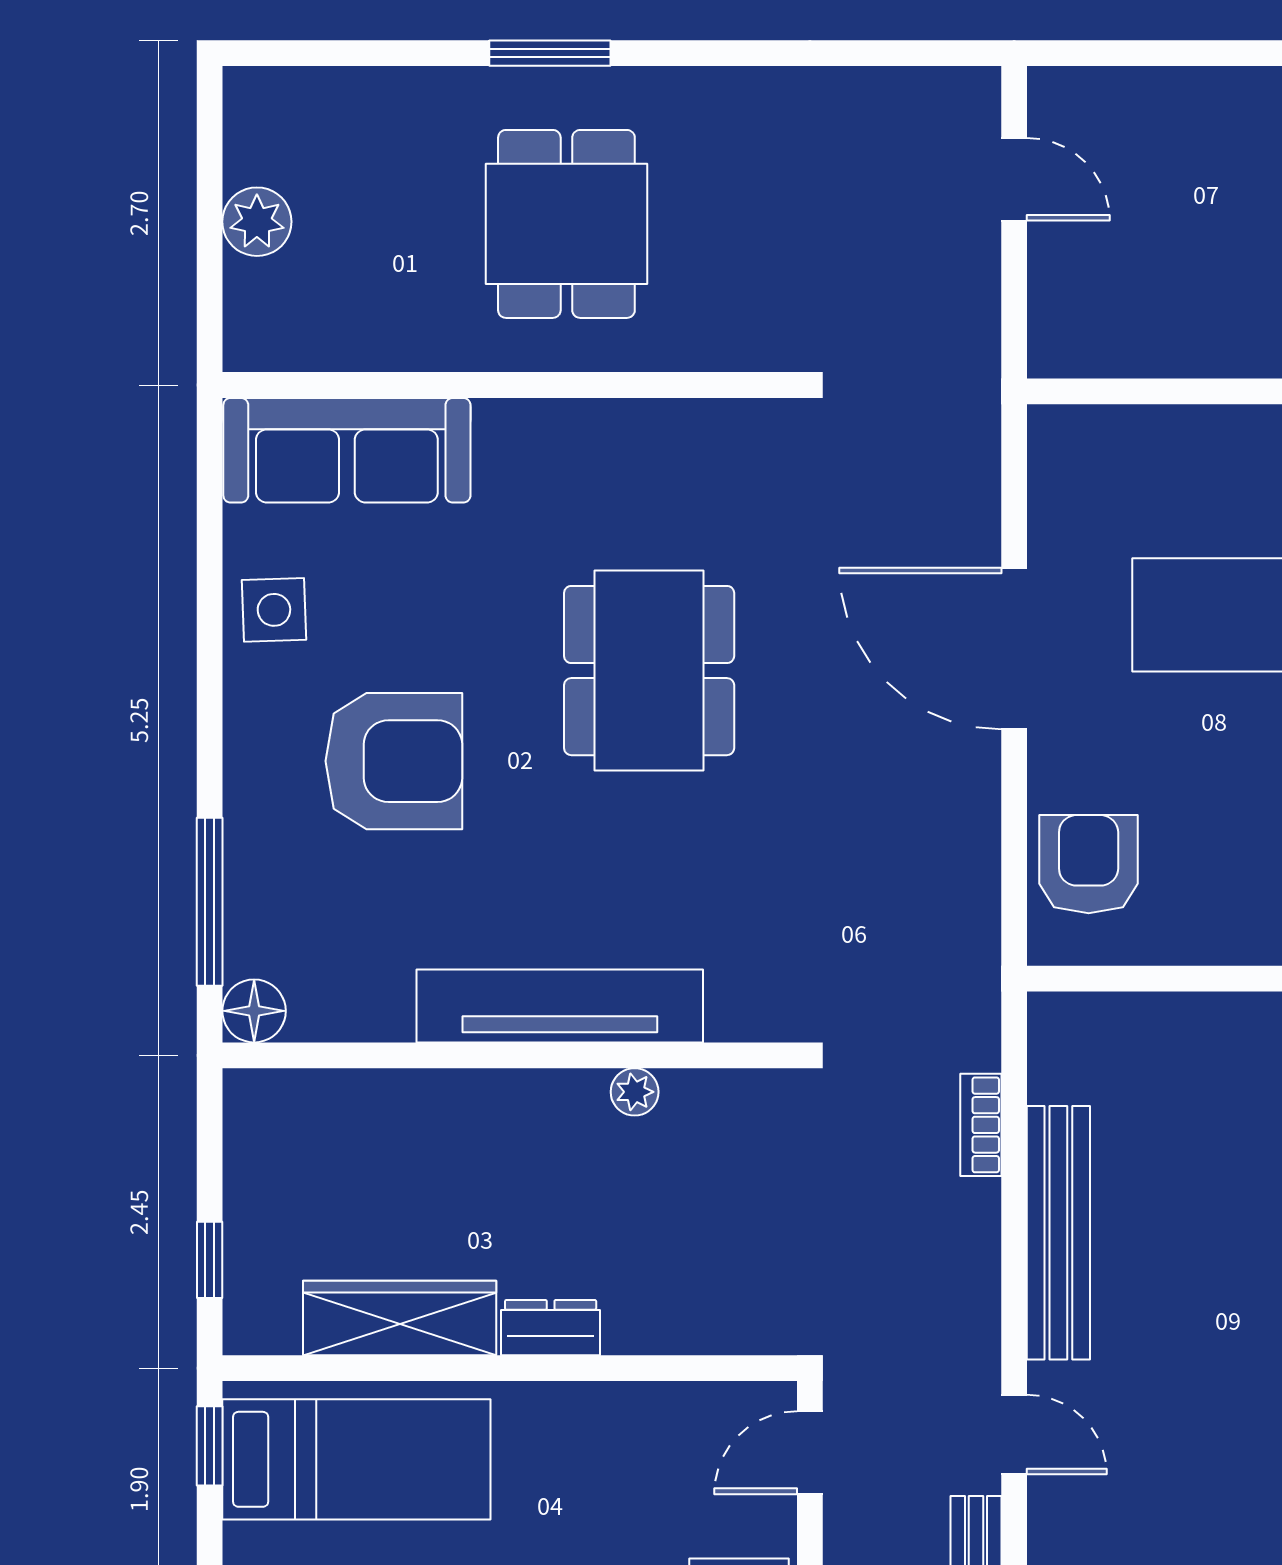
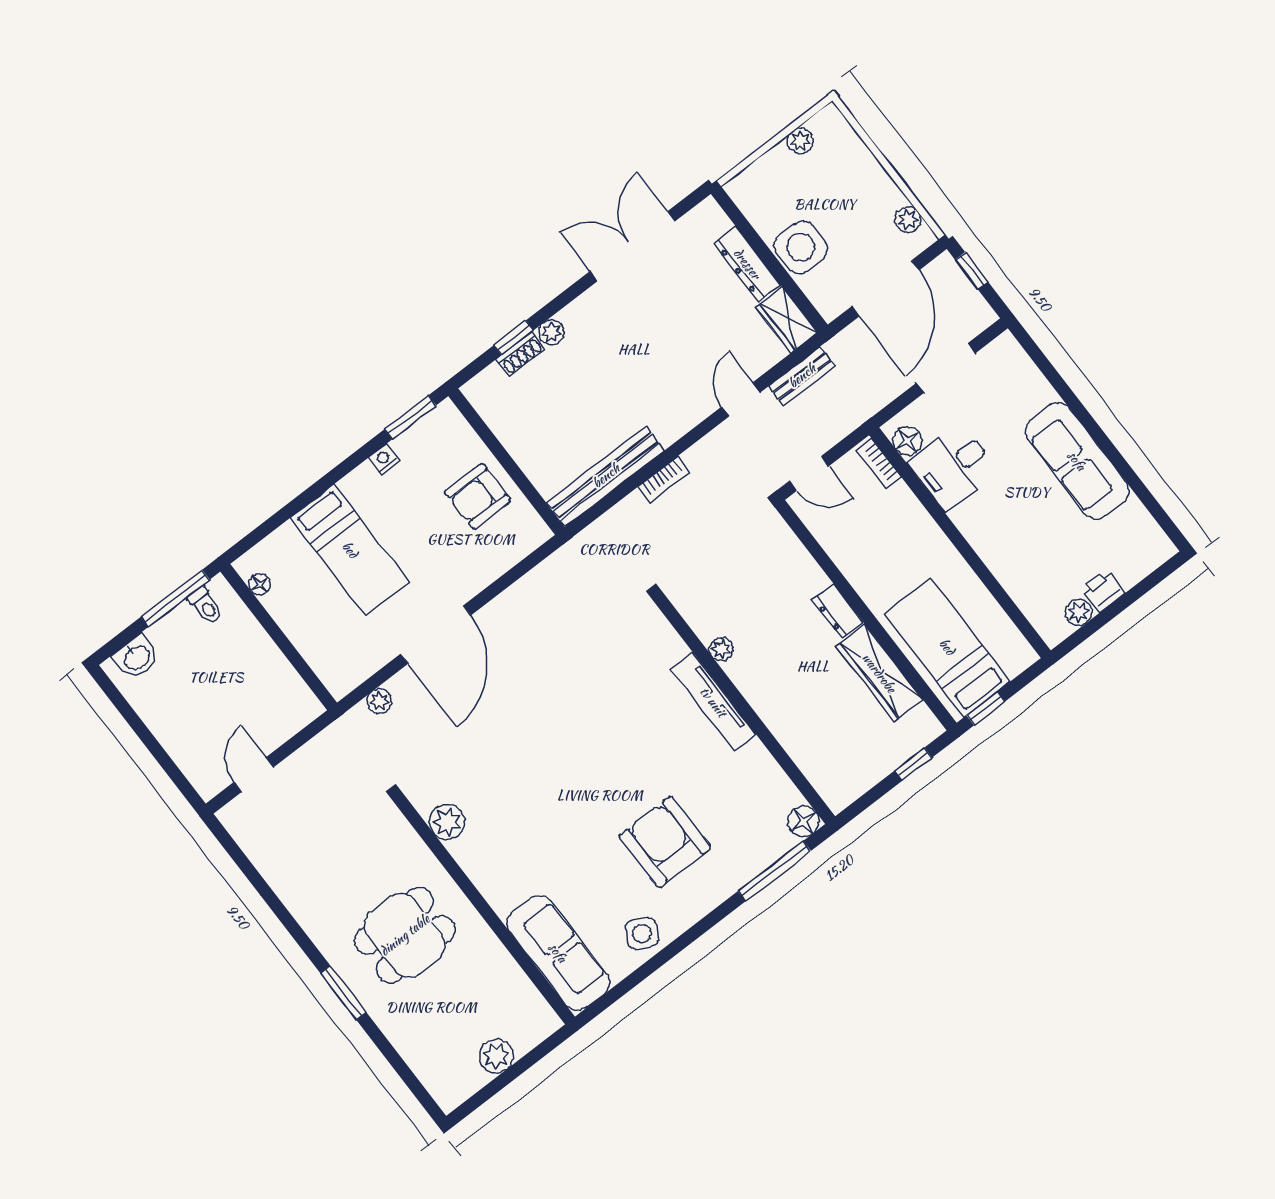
plant: (697, 434) -> (447, 822), added
plant: (977, 475) -> (379, 701), added
side table: (274, 610) -> (642, 933), turned 30
dining table: (649, 671) -> (553, 770), removed
armchair: (1089, 864) -> (478, 496), moved
tv unit: (560, 1006) -> (713, 702), width x0.73, depth x0.78
bookcase: (981, 1125) -> (664, 479), moved
bench: (1058, 1233) -> (606, 476), moved

